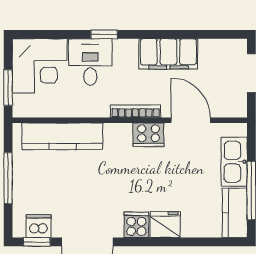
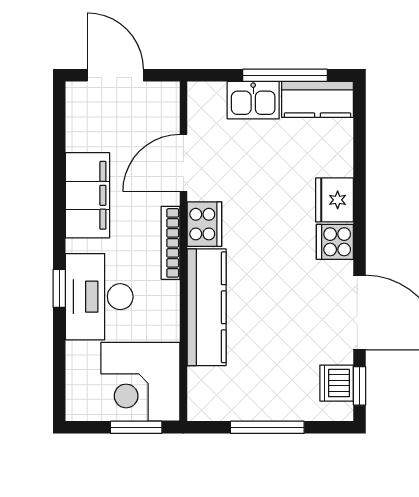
desk: (90, 62) -> (99, 297), width x1.37
corner desk: (40, 66) -> (140, 382), moved, turned 180
kitchen counter: (62, 136) -> (207, 307), moved
kitchen sink: (234, 162) -> (253, 100), width x0.73

